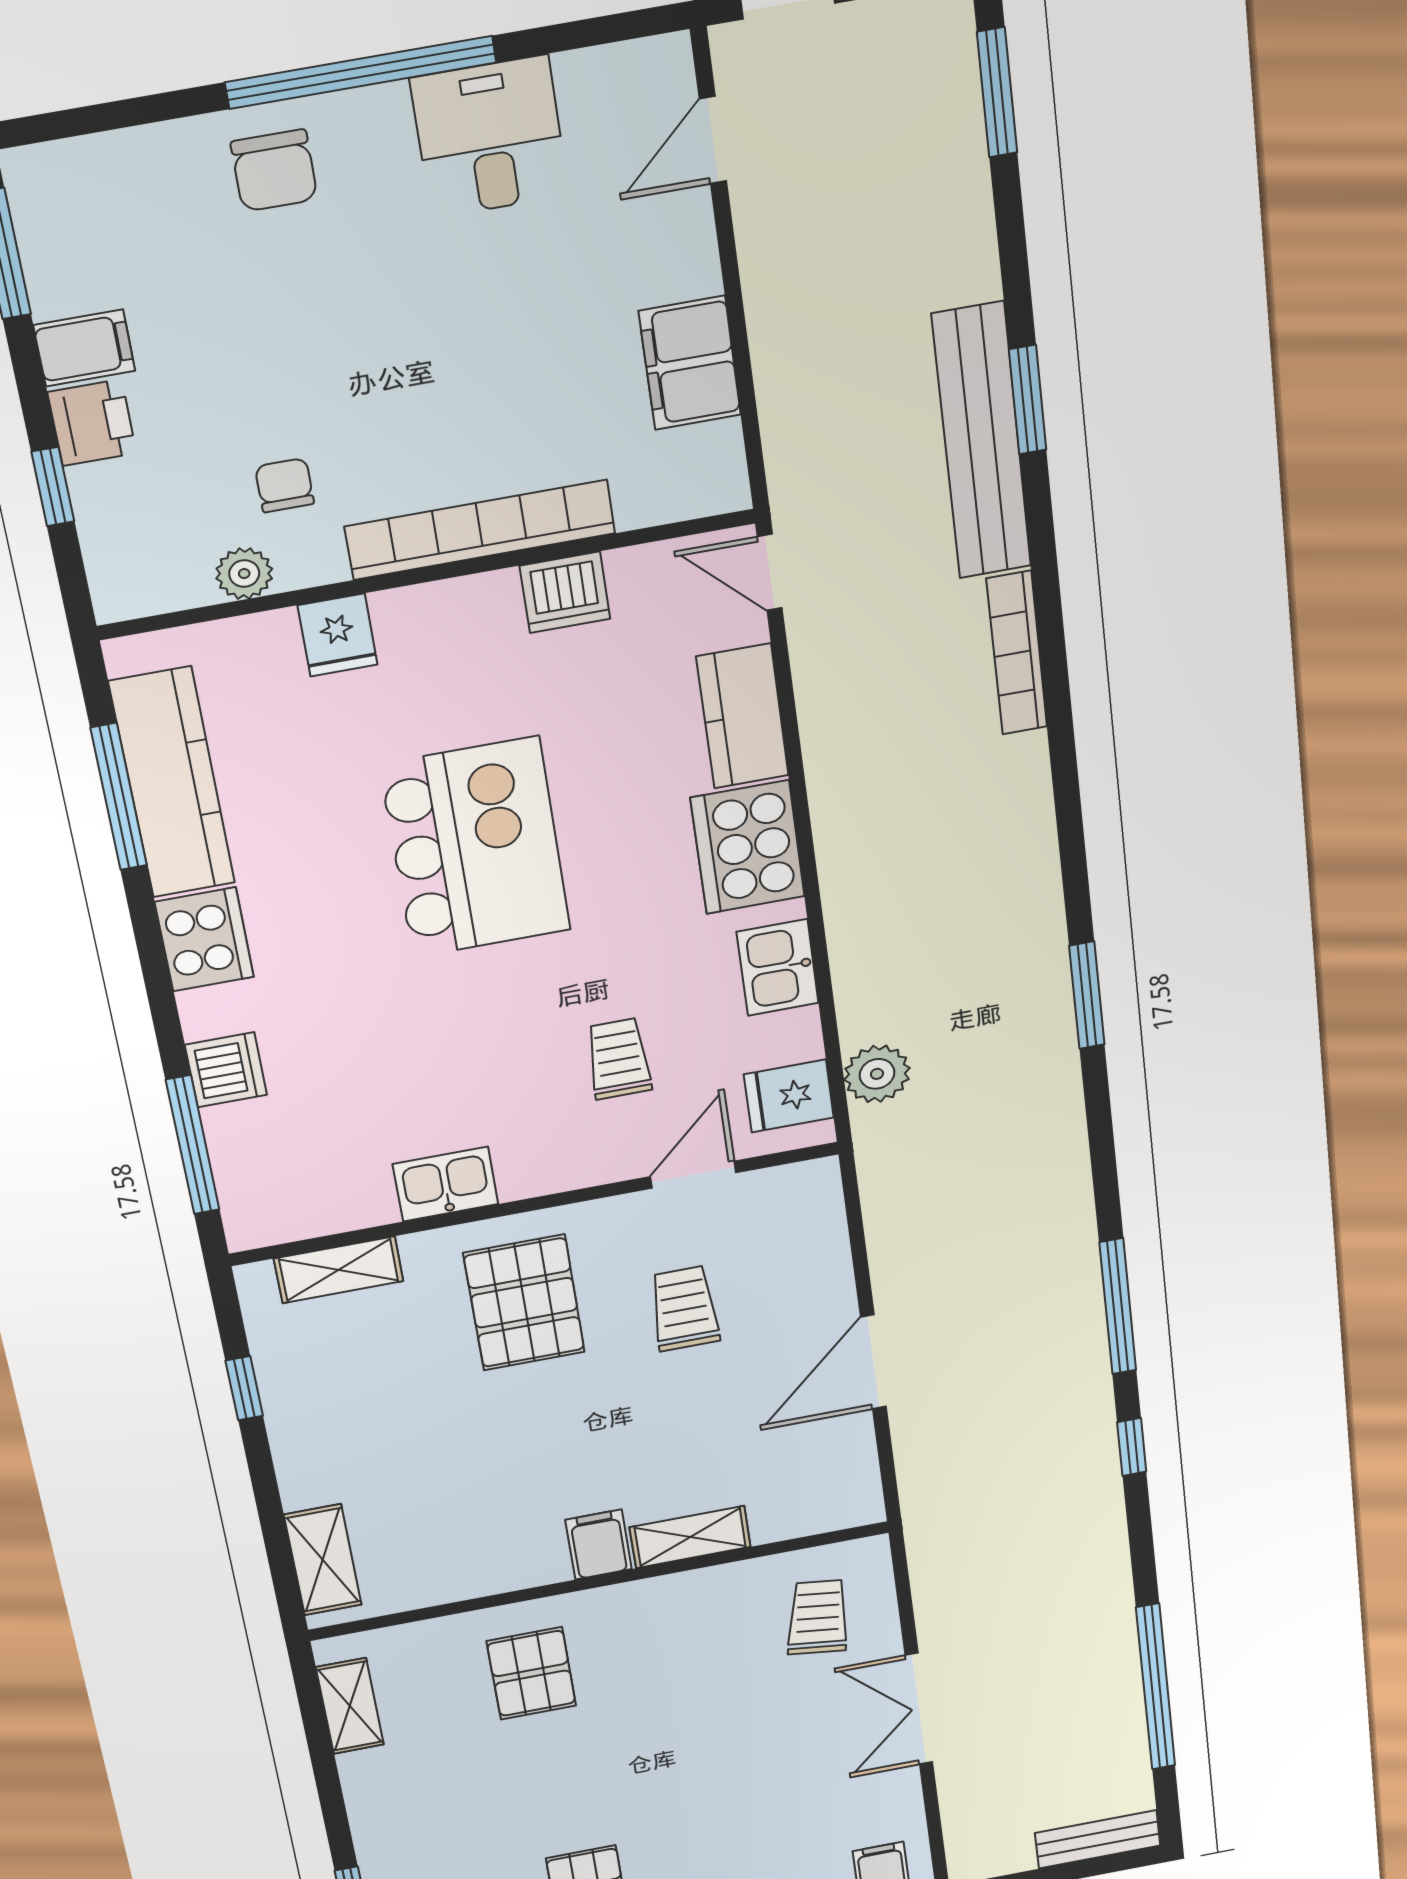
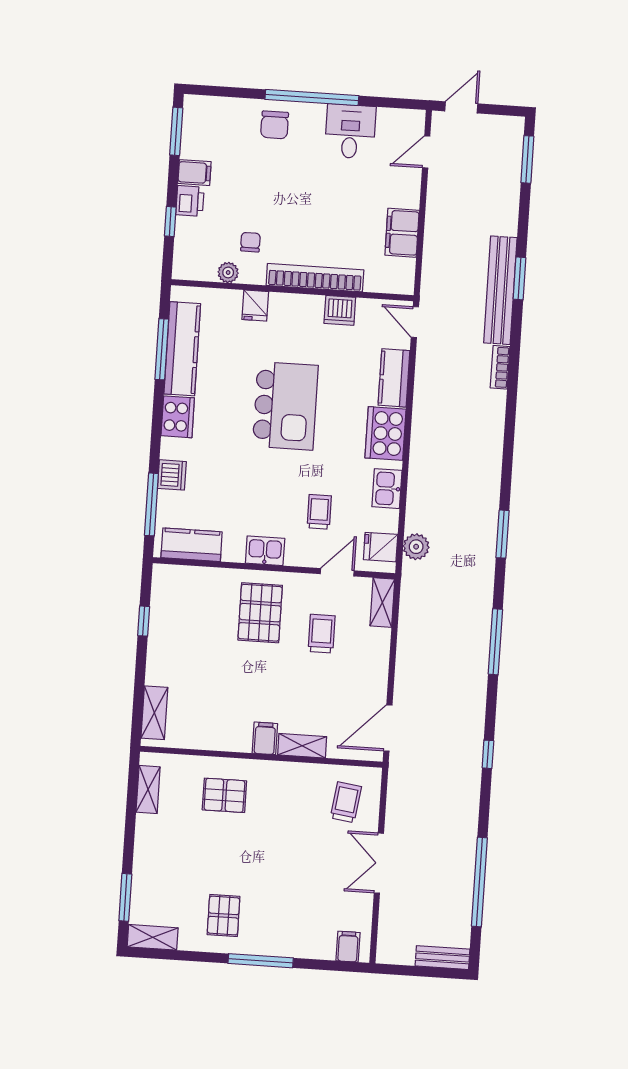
bookcase: (1017, 653) -> (500, 367), width x0.64
kitchen sink: (445, 1184) -> (265, 551), moved
kitchen counter: (317, 1205) -> (192, 545), added
shelving: (339, 1270) -> (382, 603), moved, turned 90
window: (1118, 1306) -> (495, 642), moved
door: (873, 1362) -> (388, 728), moved
pallet: (531, 1673) -> (224, 795), turned 90

